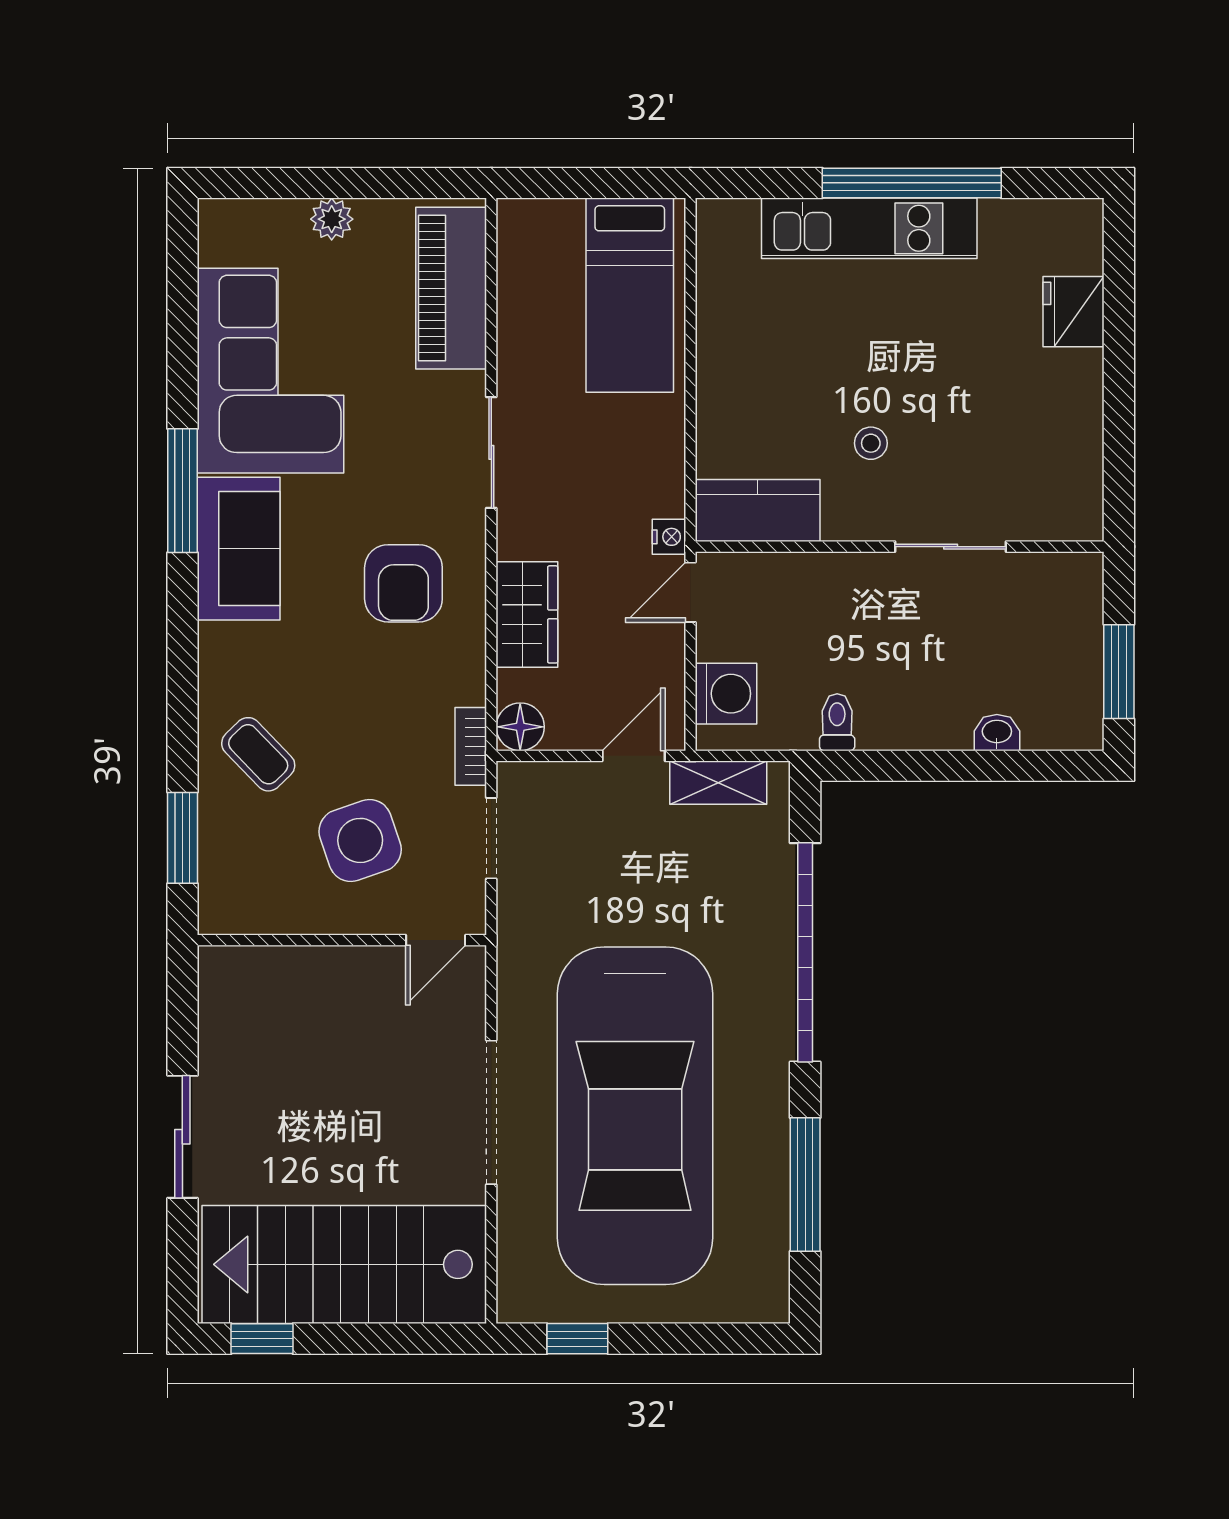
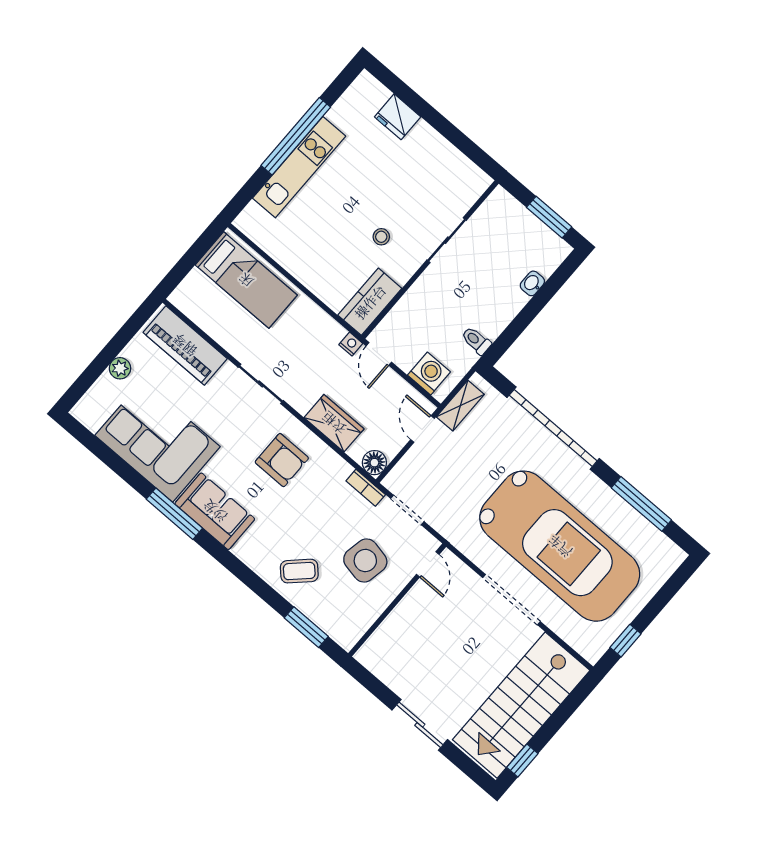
side table: (360, 840) -> (365, 561), turned 30

